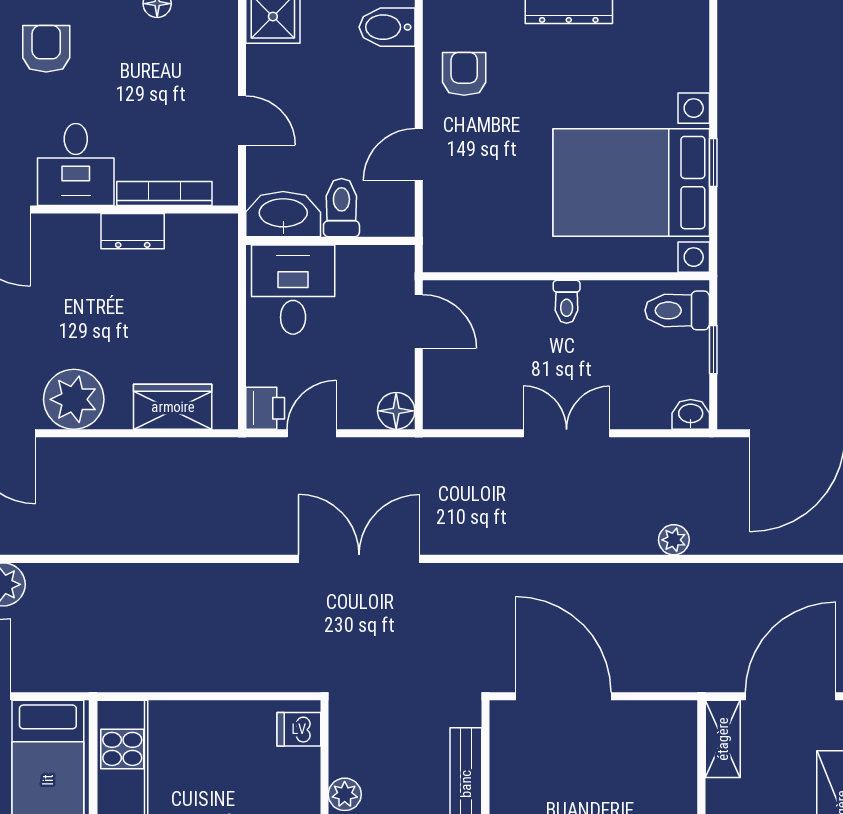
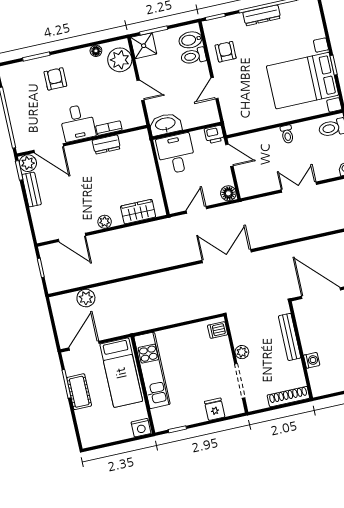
plant: (209, 37) -> (120, 60), added
bookcase: (164, 193) -> (109, 128), width x0.64
toilet: (341, 208) -> (193, 56), moved, turned -90
plant: (74, 399) -> (105, 222), width x0.53, depth x0.53
printer: (265, 408) -> (214, 134), moved, turned 90

